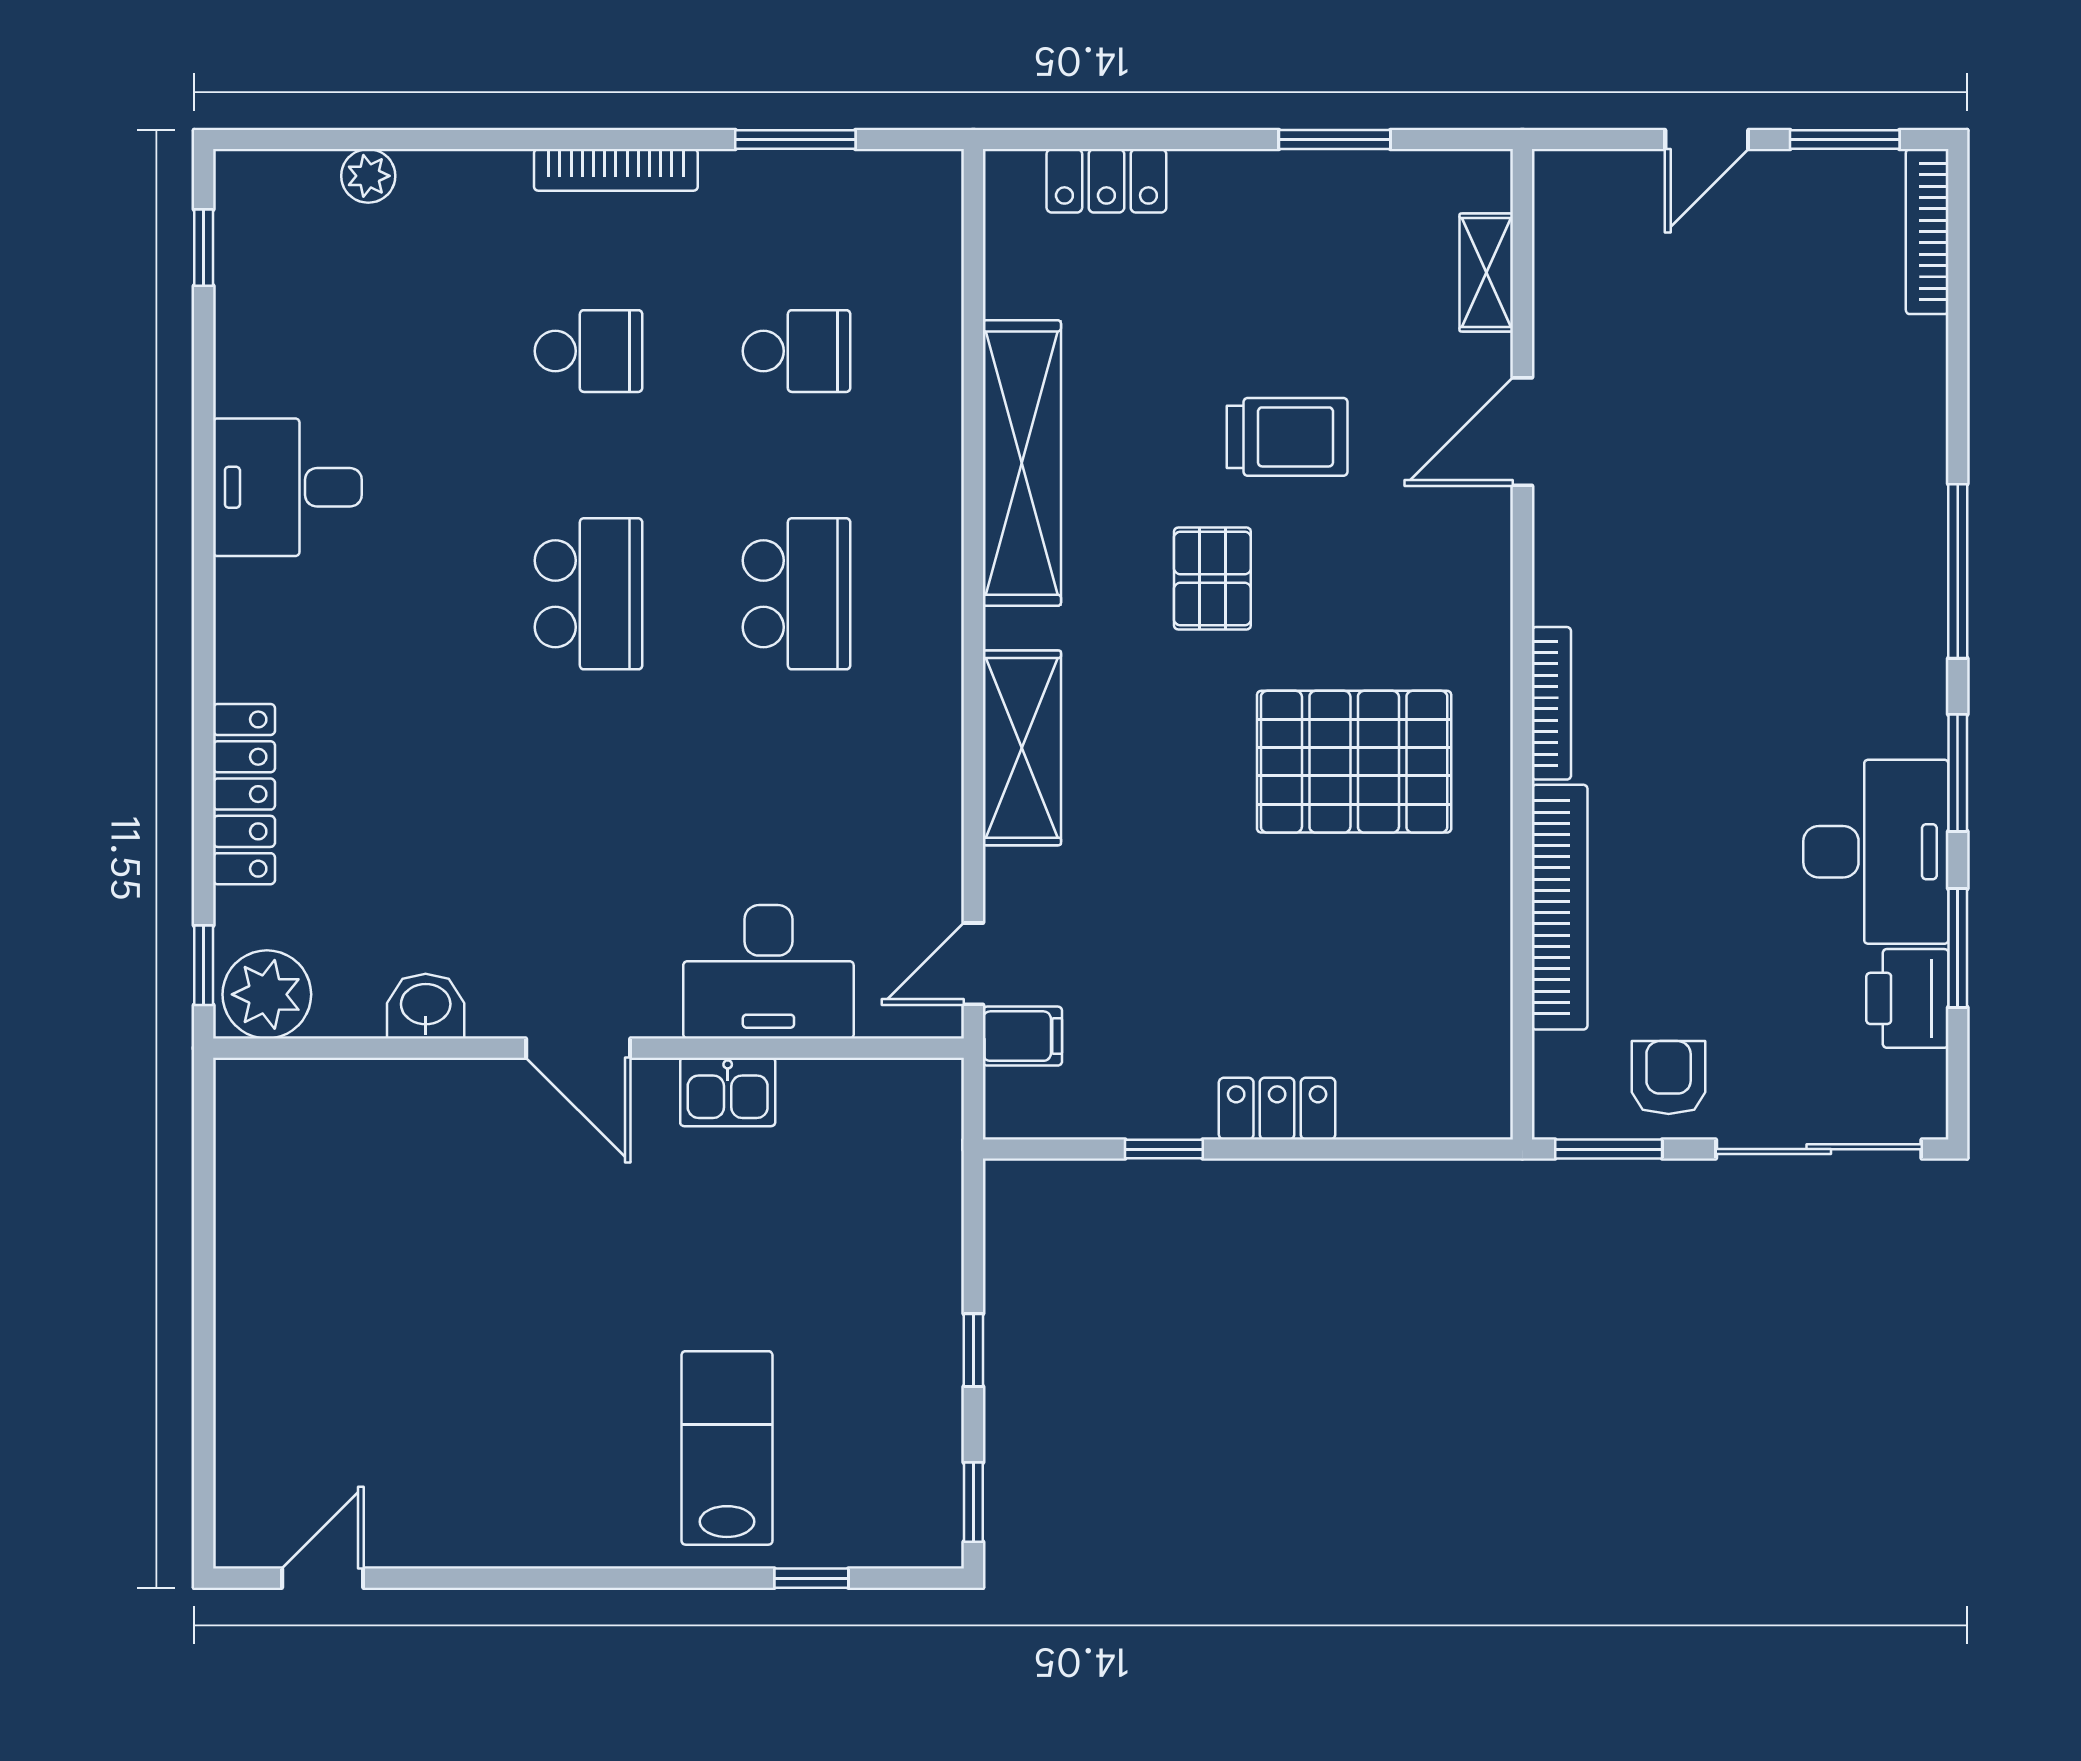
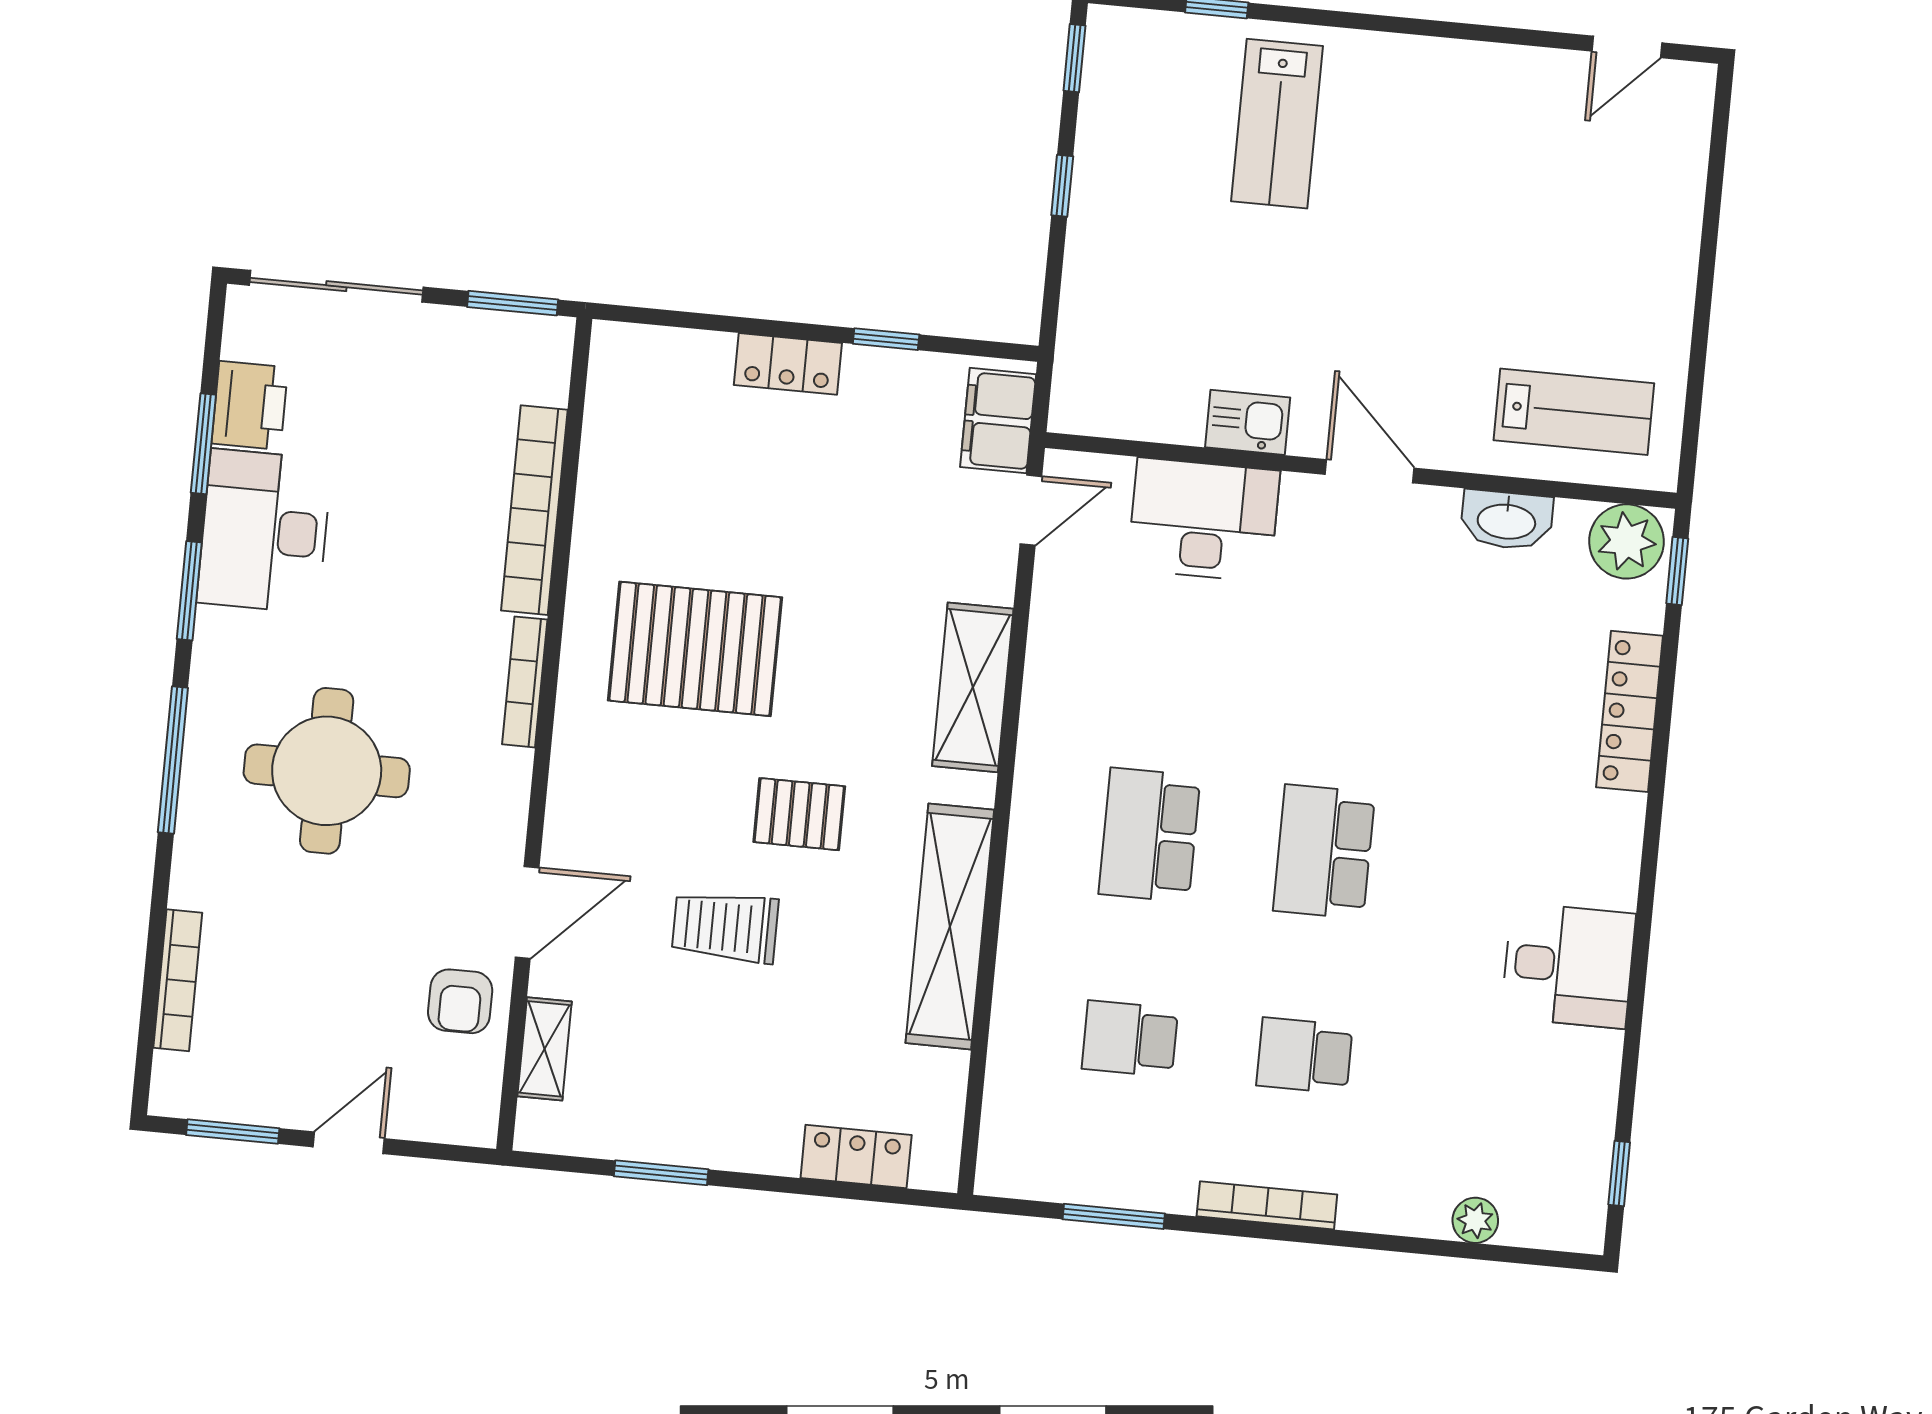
bookcase: (1927, 232) -> (178, 980), moved
round table: (1775, 576) -> (327, 771), added
pallet: (1212, 578) -> (799, 814), turned 90
washbasin: (426, 1006) -> (1507, 520), width x1.38
filing cabinet: (1022, 1036) -> (998, 421), width x2.00
armchair: (1669, 1078) -> (460, 1001), moved
lab bench: (344, 1142) -> (1574, 412), added

